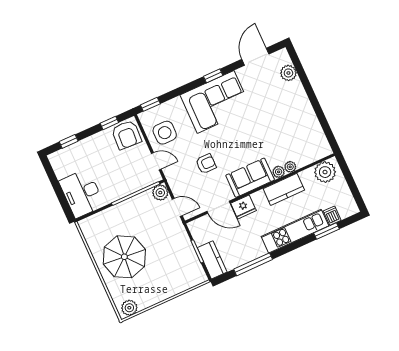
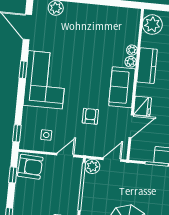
side table: (165, 133) -> (46, 135), width x0.54, depth x0.54

